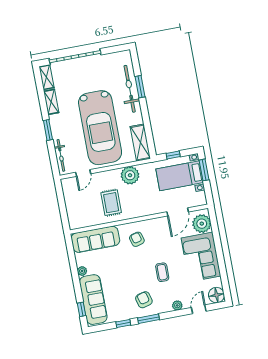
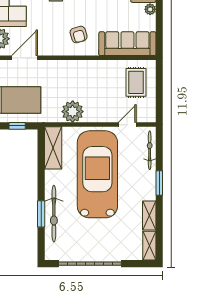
garage door: (75, 57) -> (90, 264), moved
rug: (111, 203) -> (136, 82), moved

